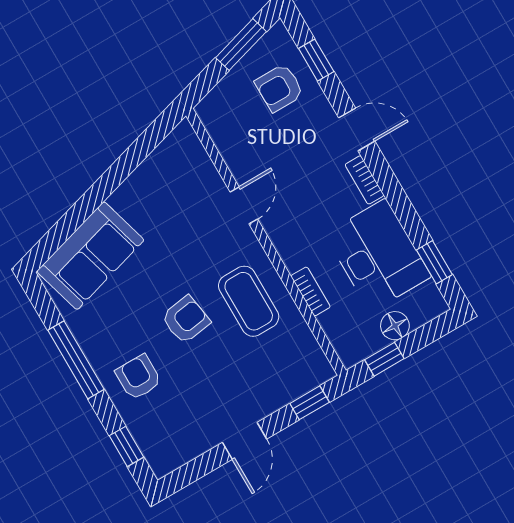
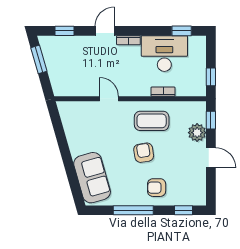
armchair: (279, 88) -> (67, 54), removed
floor lamp: (395, 326) -> (199, 64), removed
plant: (274, 392) -> (197, 133), added

